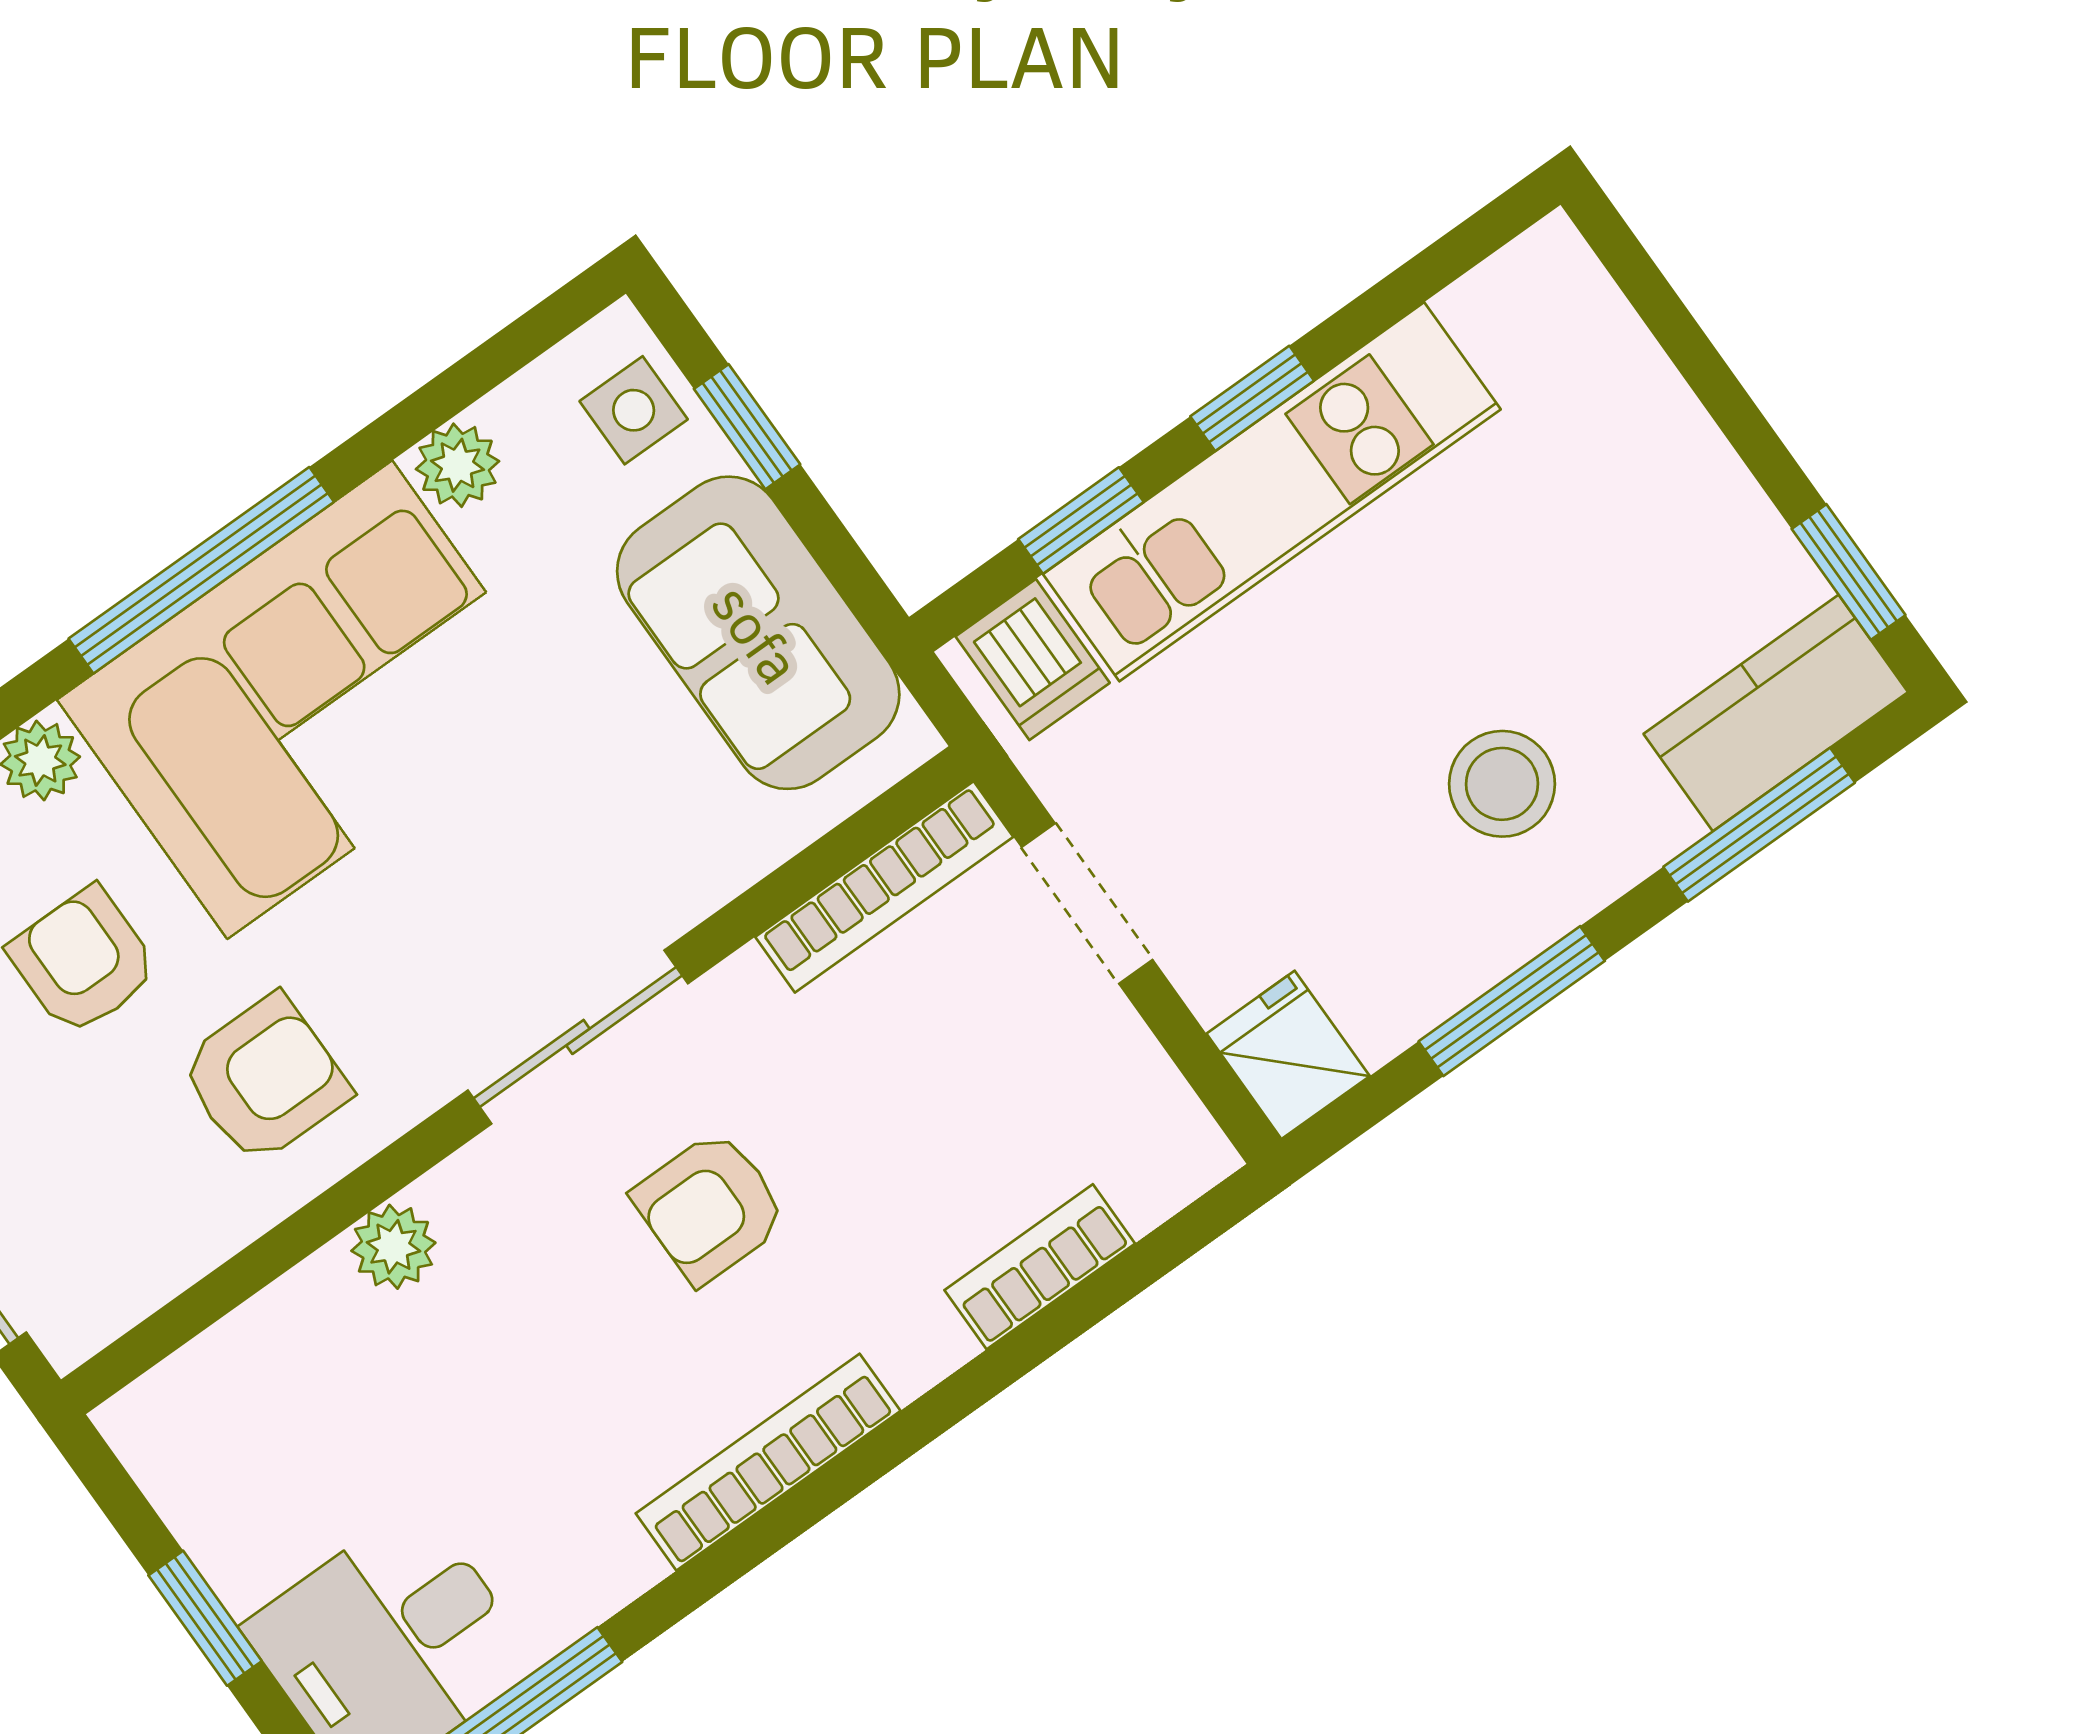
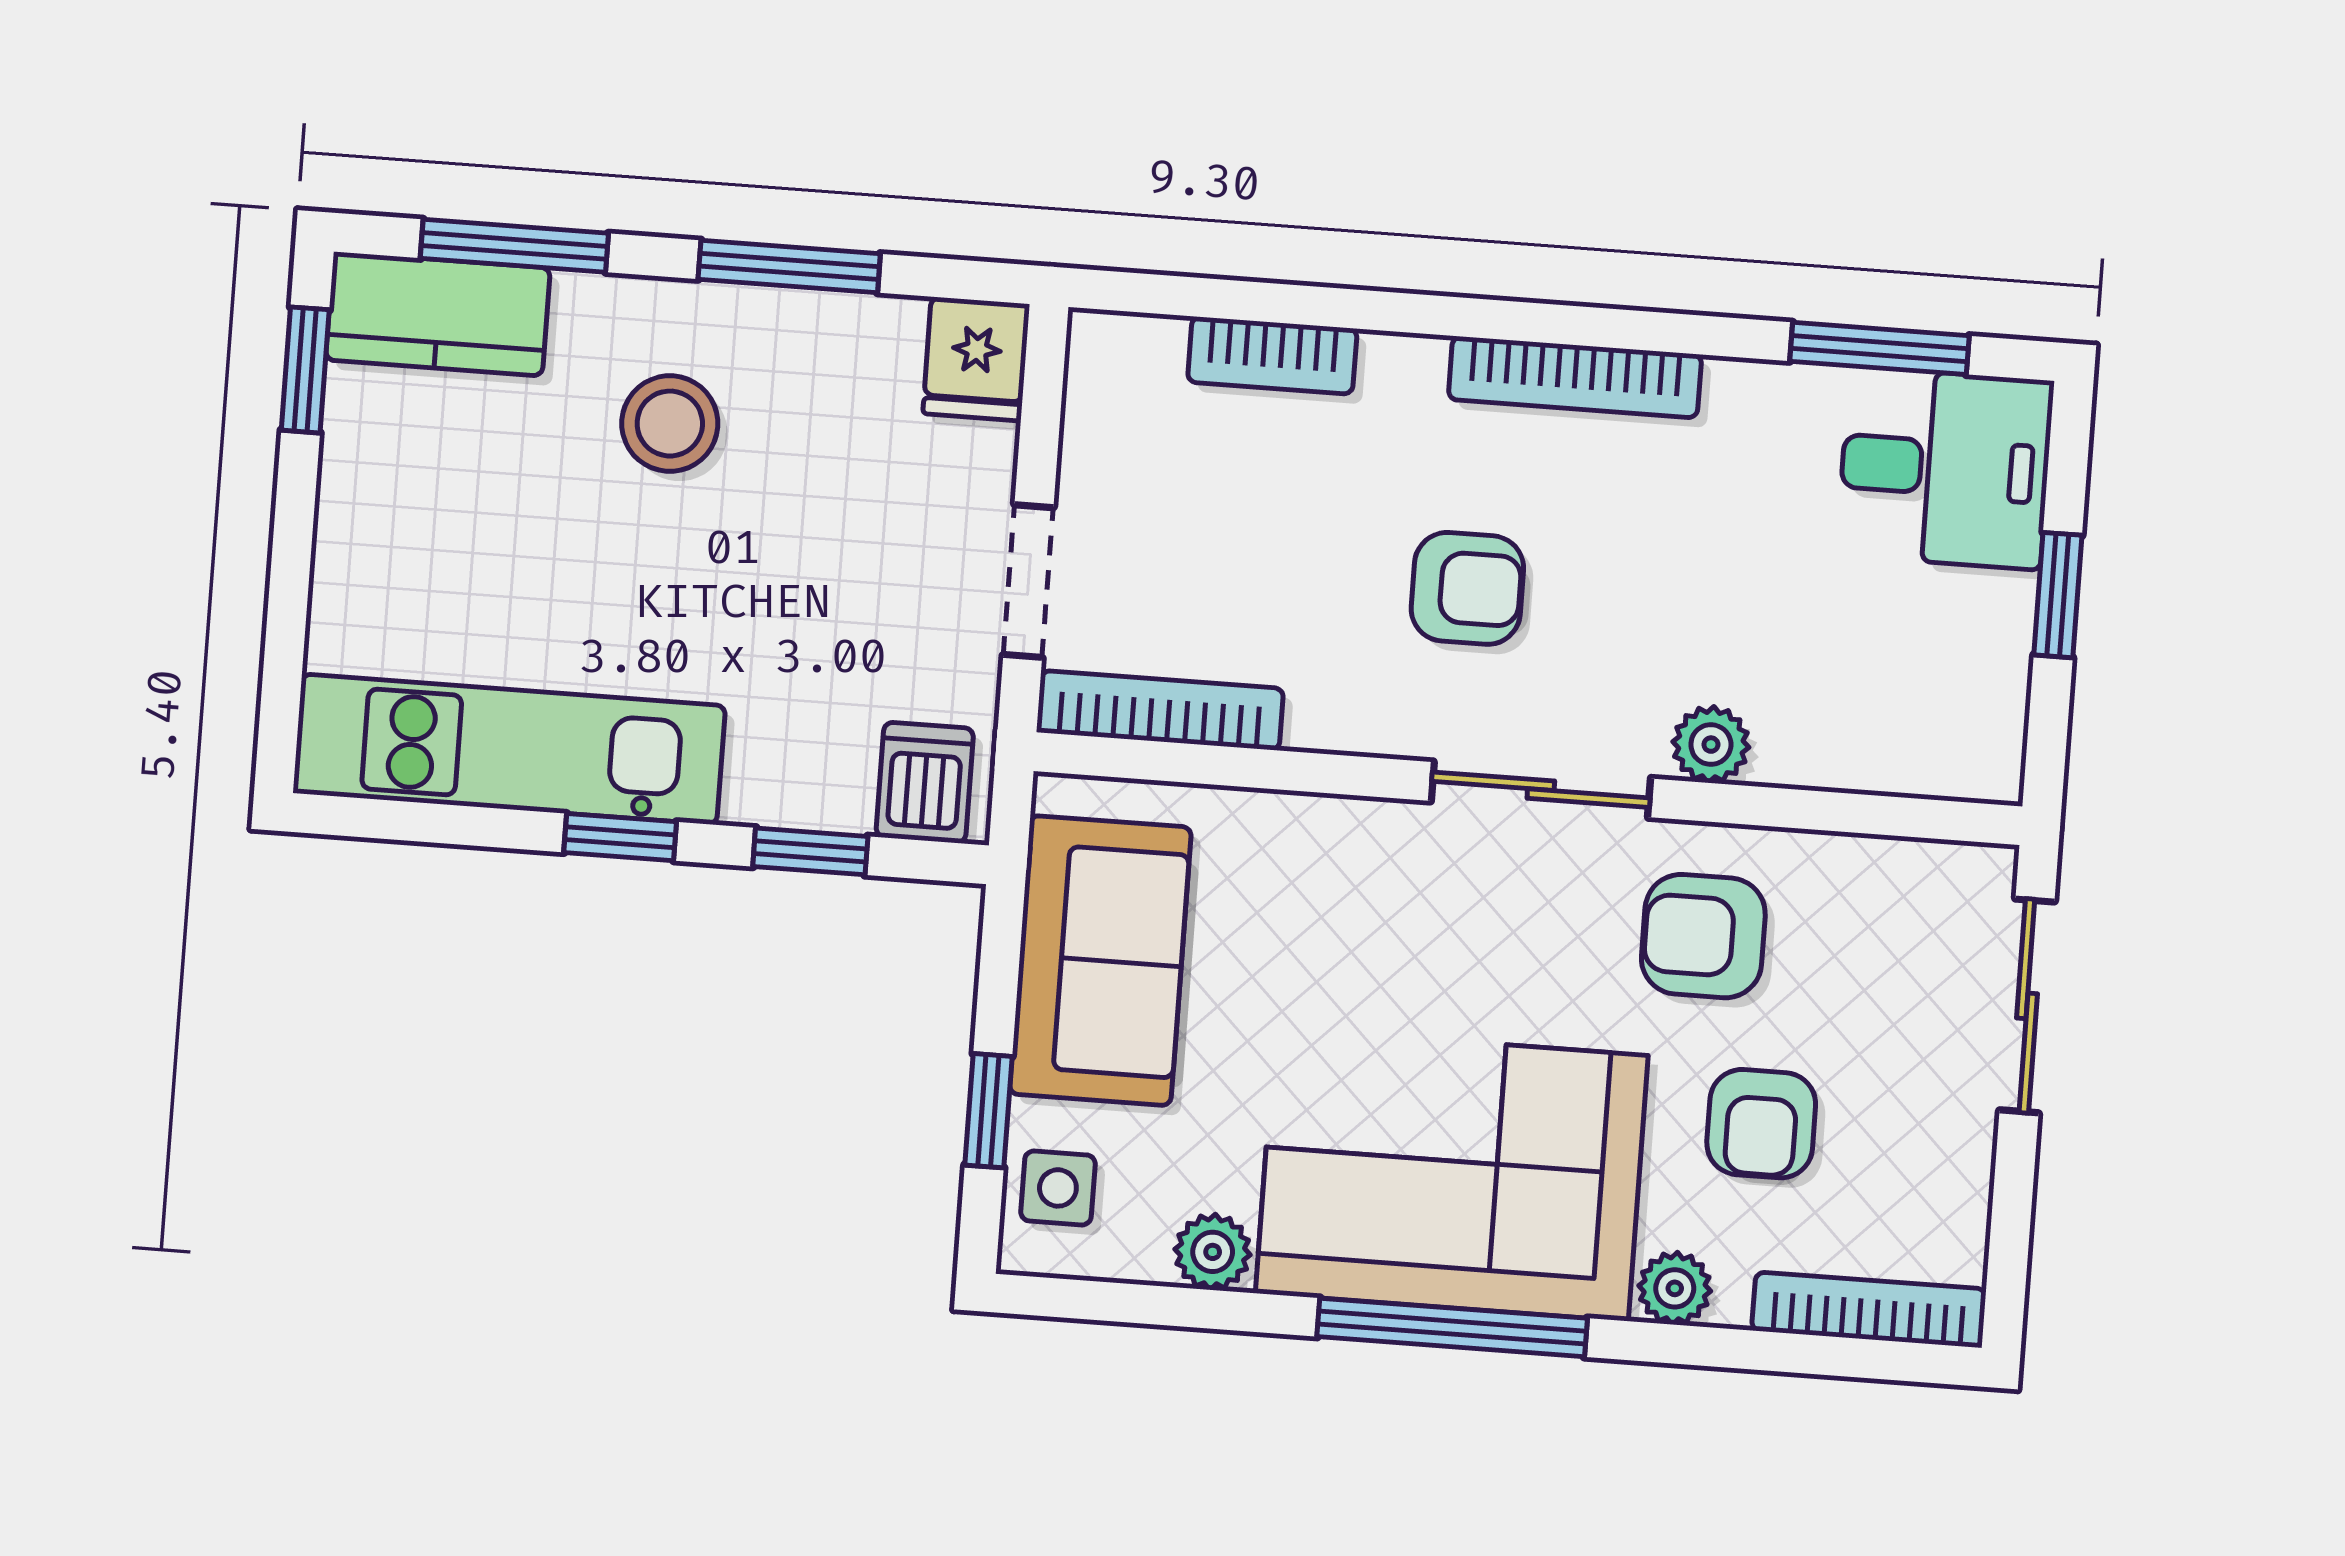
kitchen unit: (1272, 492) -> (509, 749), moved
sliding door: (578, 1037) -> (1541, 790), moved

